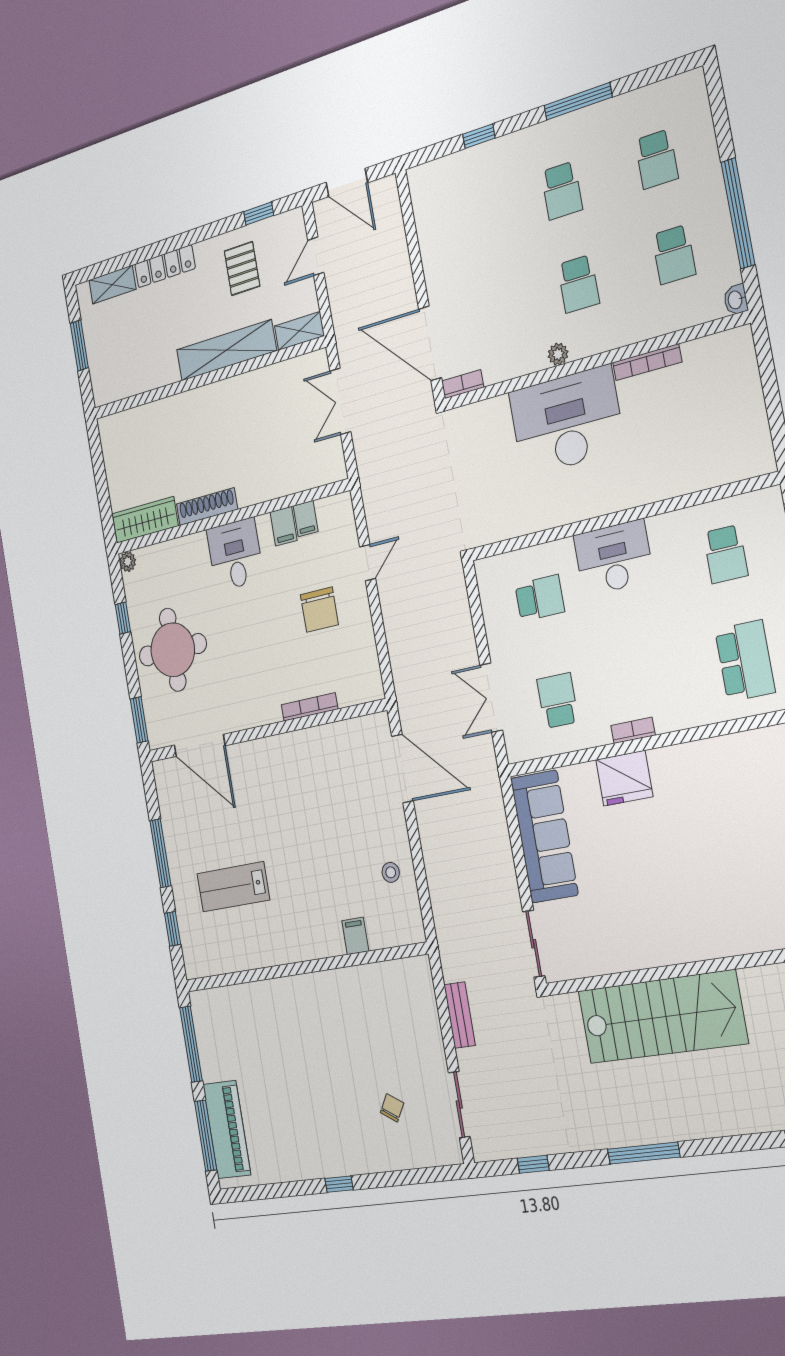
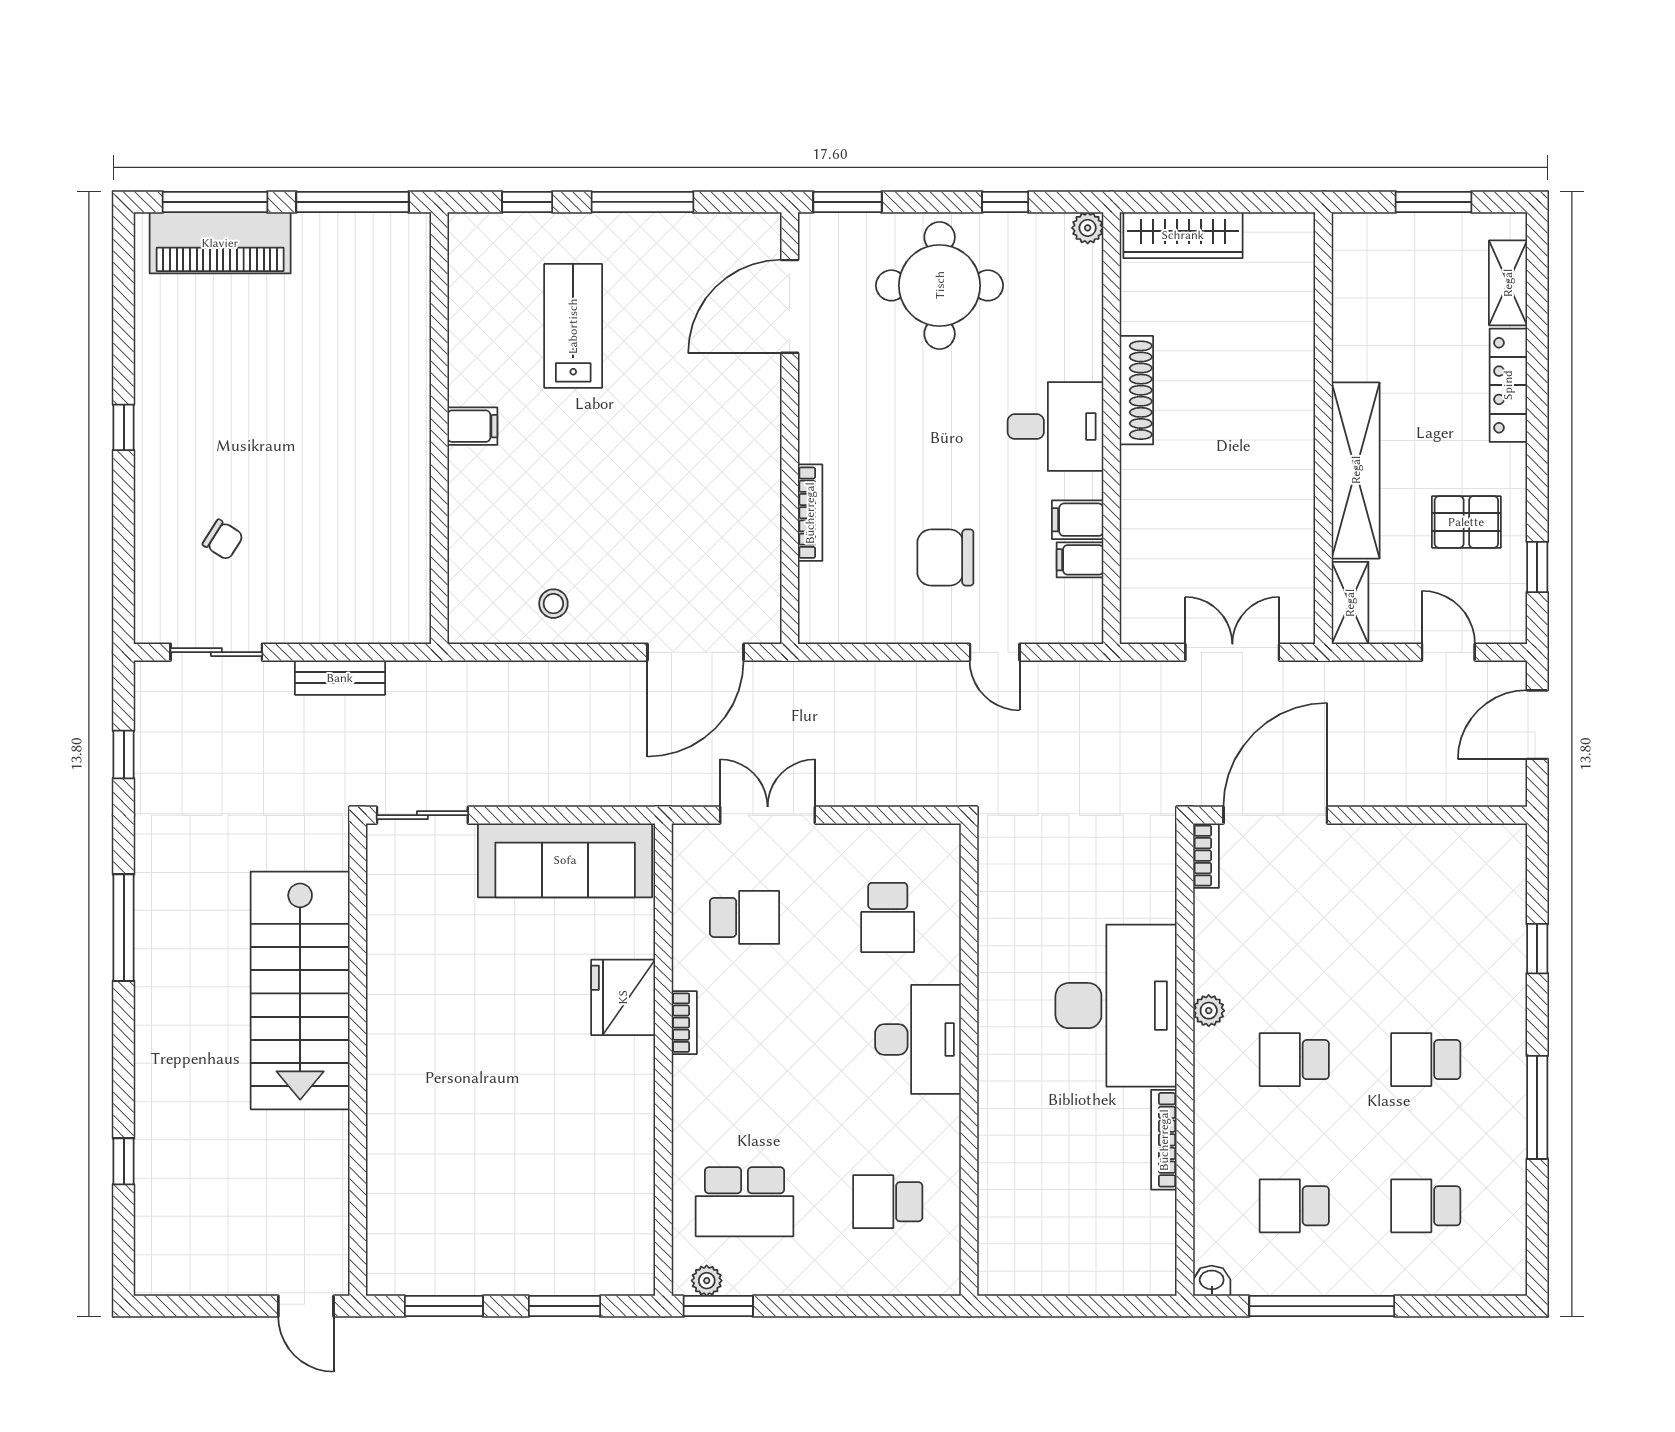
wardrobe: (145, 520) -> (1183, 235), moved, turned 90
filing cabinet: (355, 936) -> (472, 426), moved

